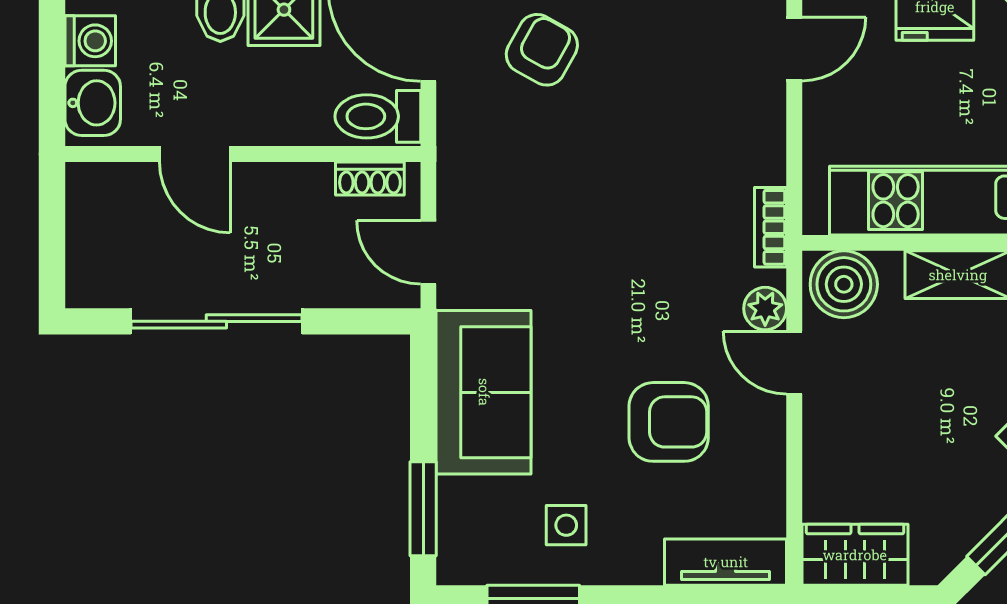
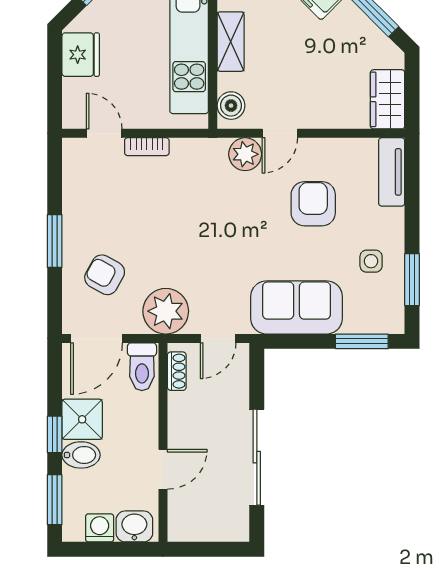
plant: (477, 159) -> (166, 311), added
bookcase: (771, 227) -> (147, 147), moved
boiler: (844, 284) -> (231, 106), width x0.73, depth x0.73
plant: (765, 309) -> (245, 154), width x1.38, depth x1.38

